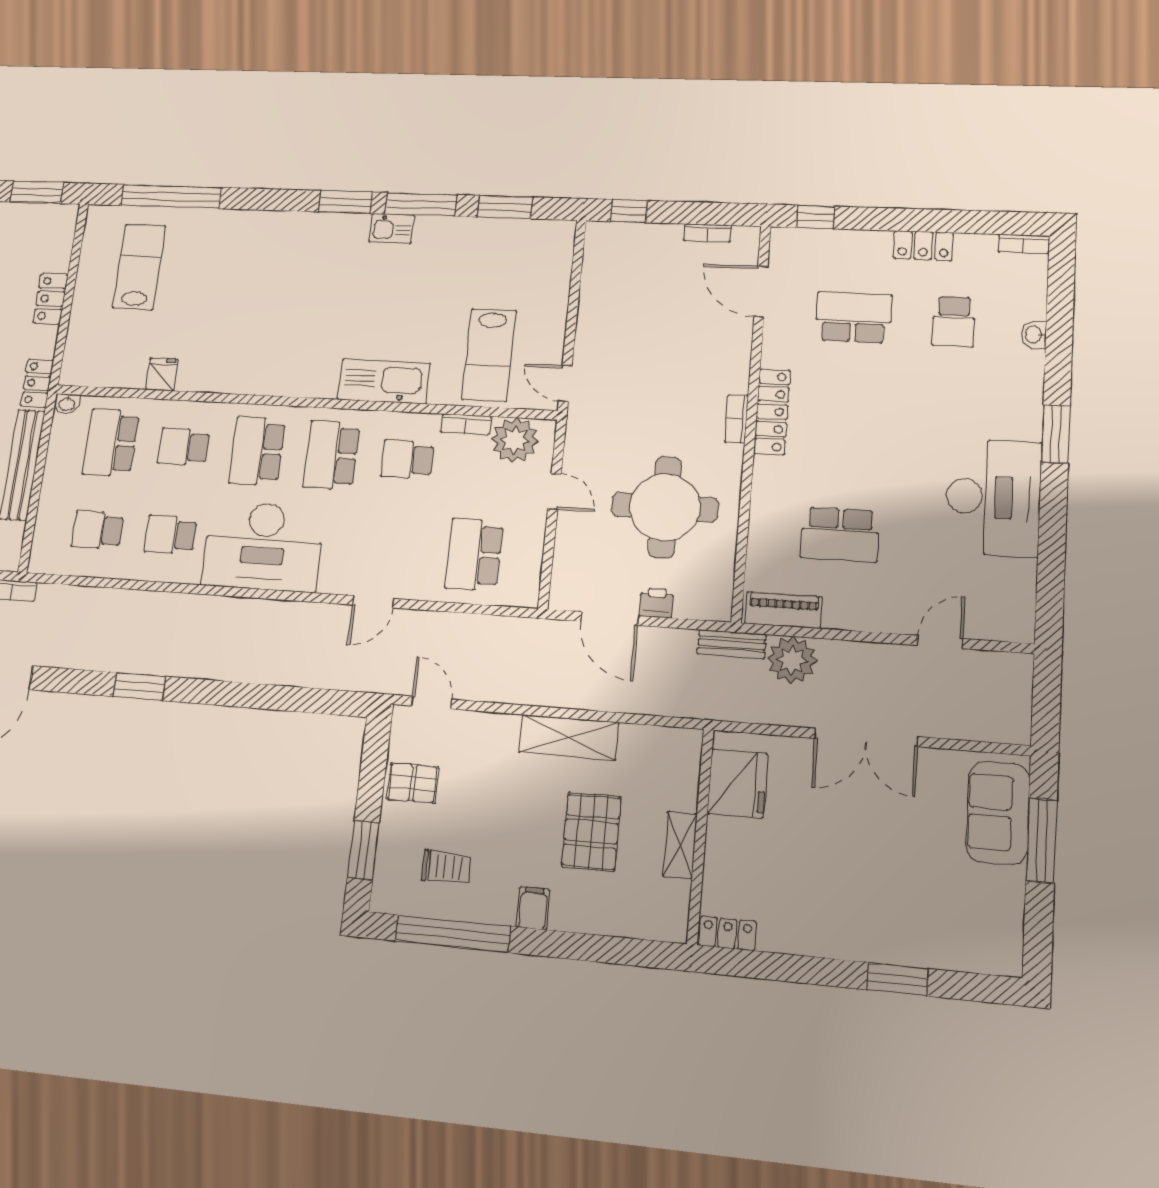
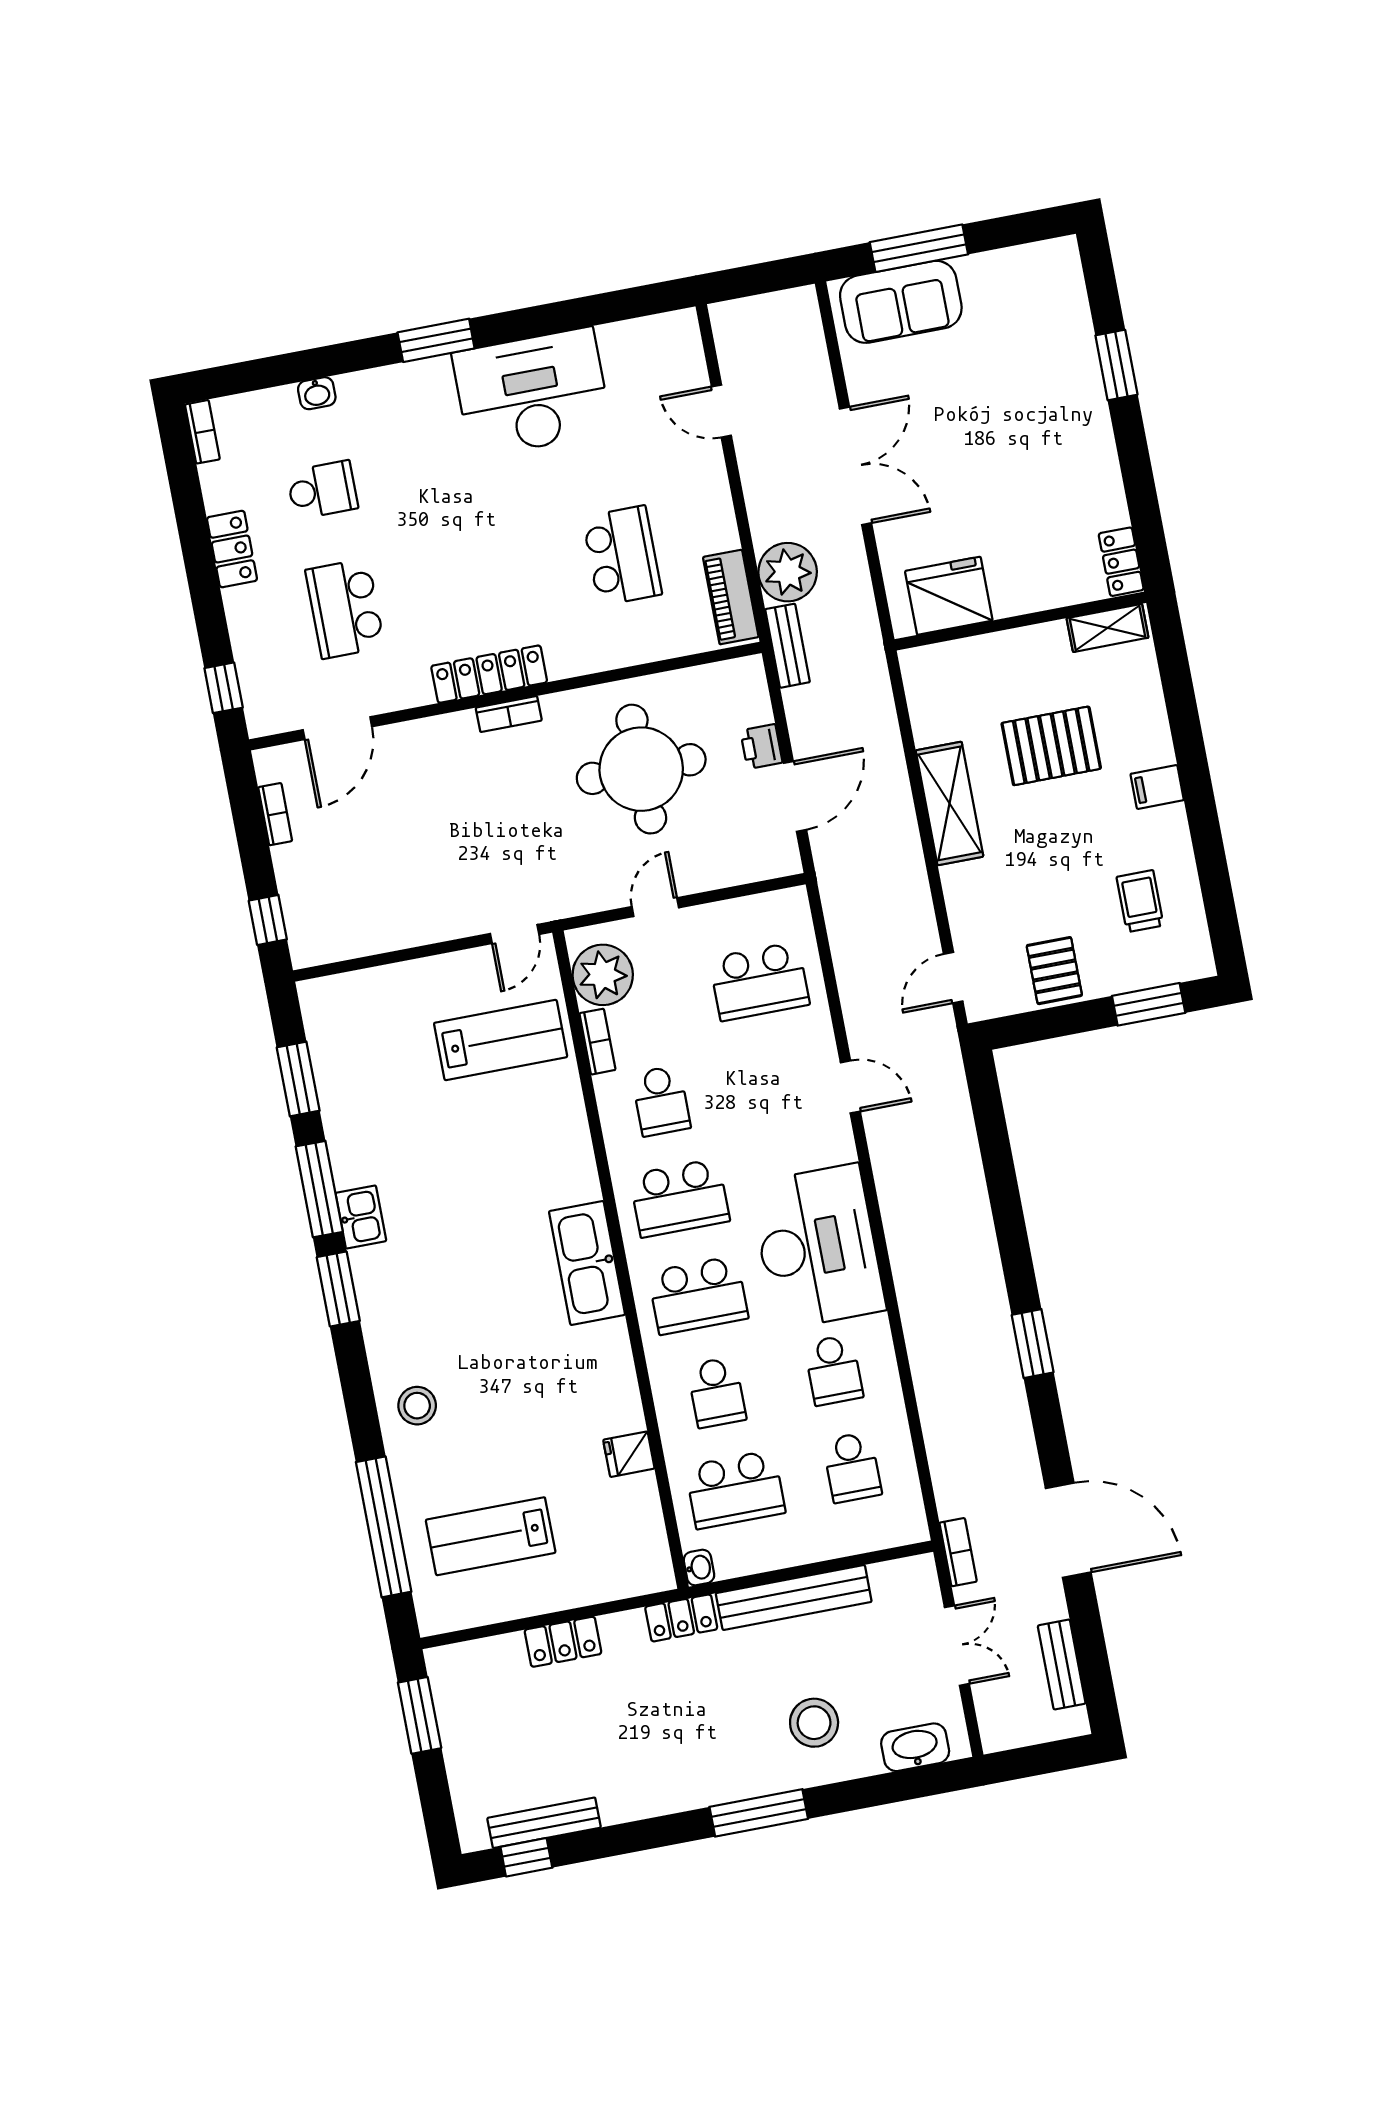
stool: (246, 237) -> (417, 1406), added
kitchen sink: (384, 382) -> (587, 1263), moved
shelving: (680, 845) -> (1108, 628), moved
window: (453, 934) -> (1213, 871), removed

